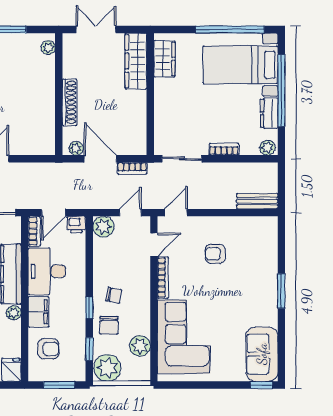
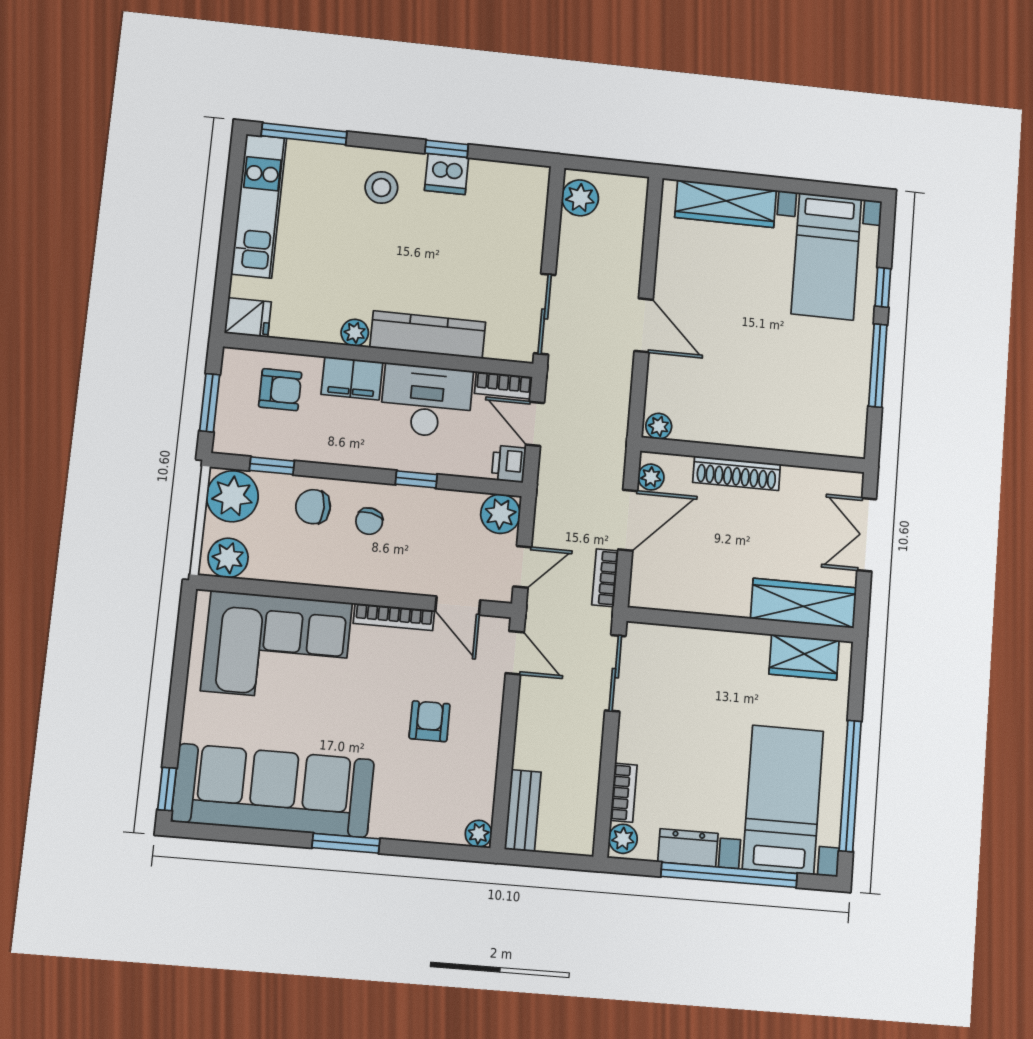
double door: (96, 29) -> (867, 535), swing flipped
plant: (48, 48) -> (659, 426), moved
bookcase: (224, 149) -> (624, 793), moved
door: (130, 213) -> (522, 567), hinge flipped
plant: (271, 223) -> (479, 834), added
window: (89, 308) -> (416, 479), moved
plant: (140, 346) -> (228, 558), moved
armchair: (48, 349) -> (280, 390), turned -90
sofa: (262, 354) -> (273, 791), width x1.85, depth x1.27

